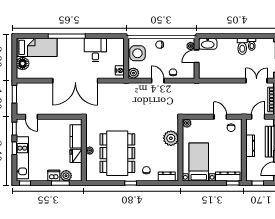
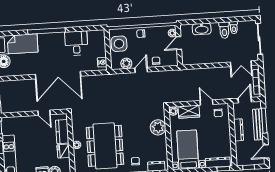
washbasin: (208, 44) -> (202, 29), moved
plant: (133, 73) -> (126, 63), moved
door: (158, 81) -> (141, 70), hinge flipped
double door: (257, 81) -> (241, 64), swing flipped
door: (31, 117) -> (44, 113), moved
wardrobe: (202, 125) -> (189, 112), added

